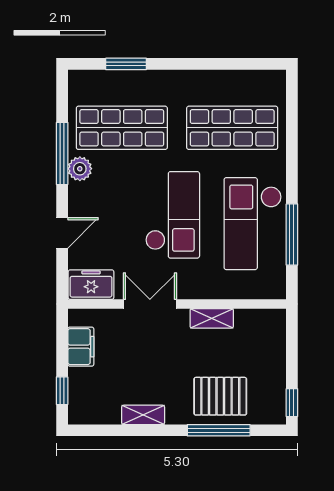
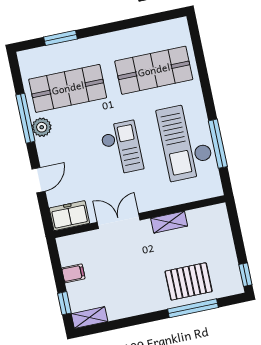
checkout: (173, 215) -> (122, 148), width x0.73, depth x0.83
filing cabinet: (81, 347) -> (73, 273), width x0.50
shelving: (143, 415) -> (89, 318), moved

